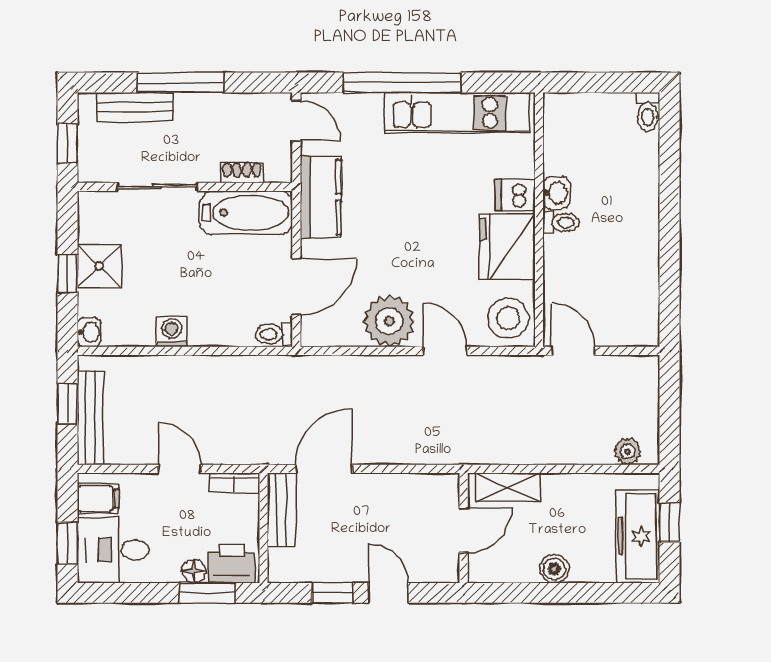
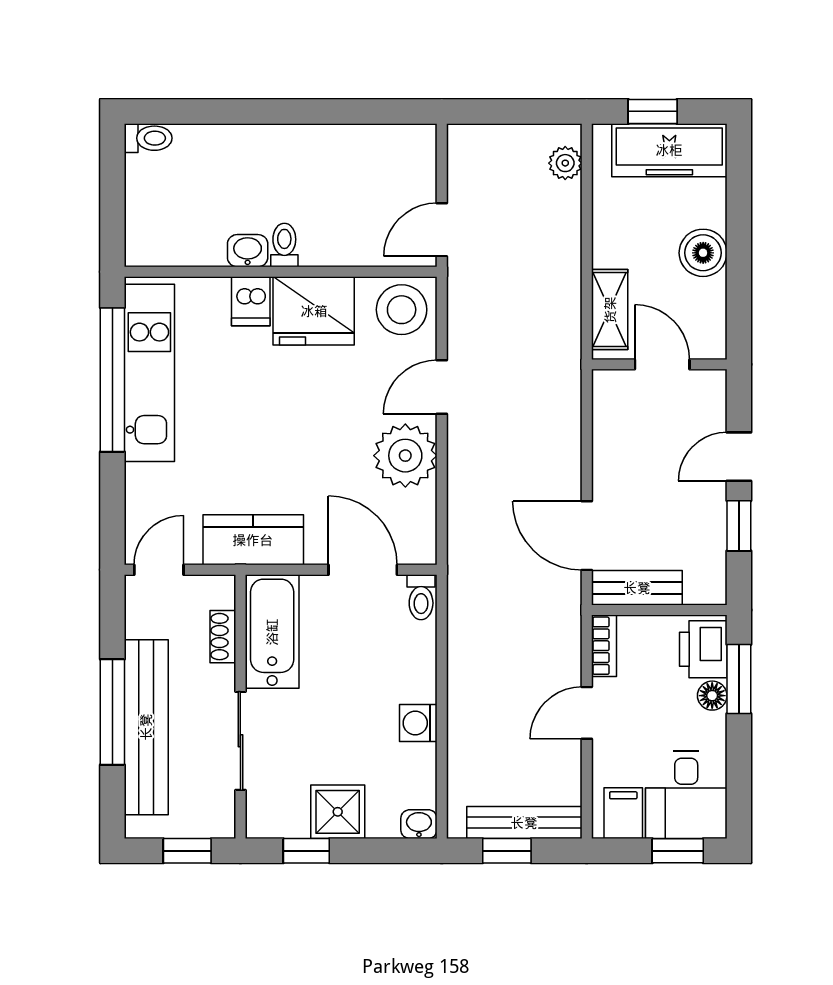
window: (402, 83) -> (112, 380), moved
bench: (135, 107) -> (146, 727), width x1.86, depth x1.21
window: (67, 274) -> (306, 851), moved
boiler: (554, 569) -> (703, 253), width x1.36, depth x1.36

